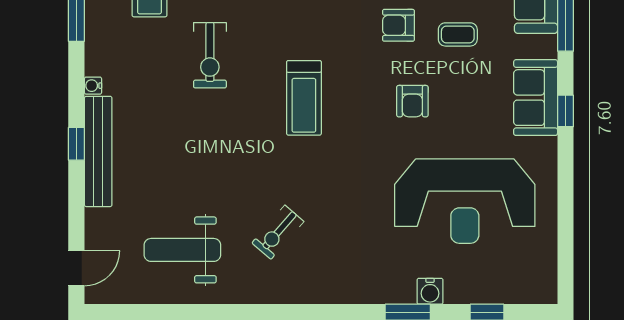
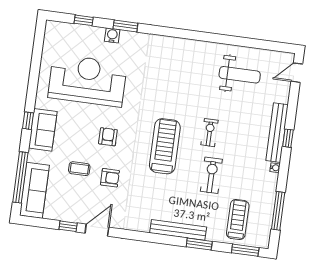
treadmill: (304, 98) -> (165, 146), width x1.37, depth x1.38
exercise bike: (278, 232) -> (209, 133), moved, turned -41

